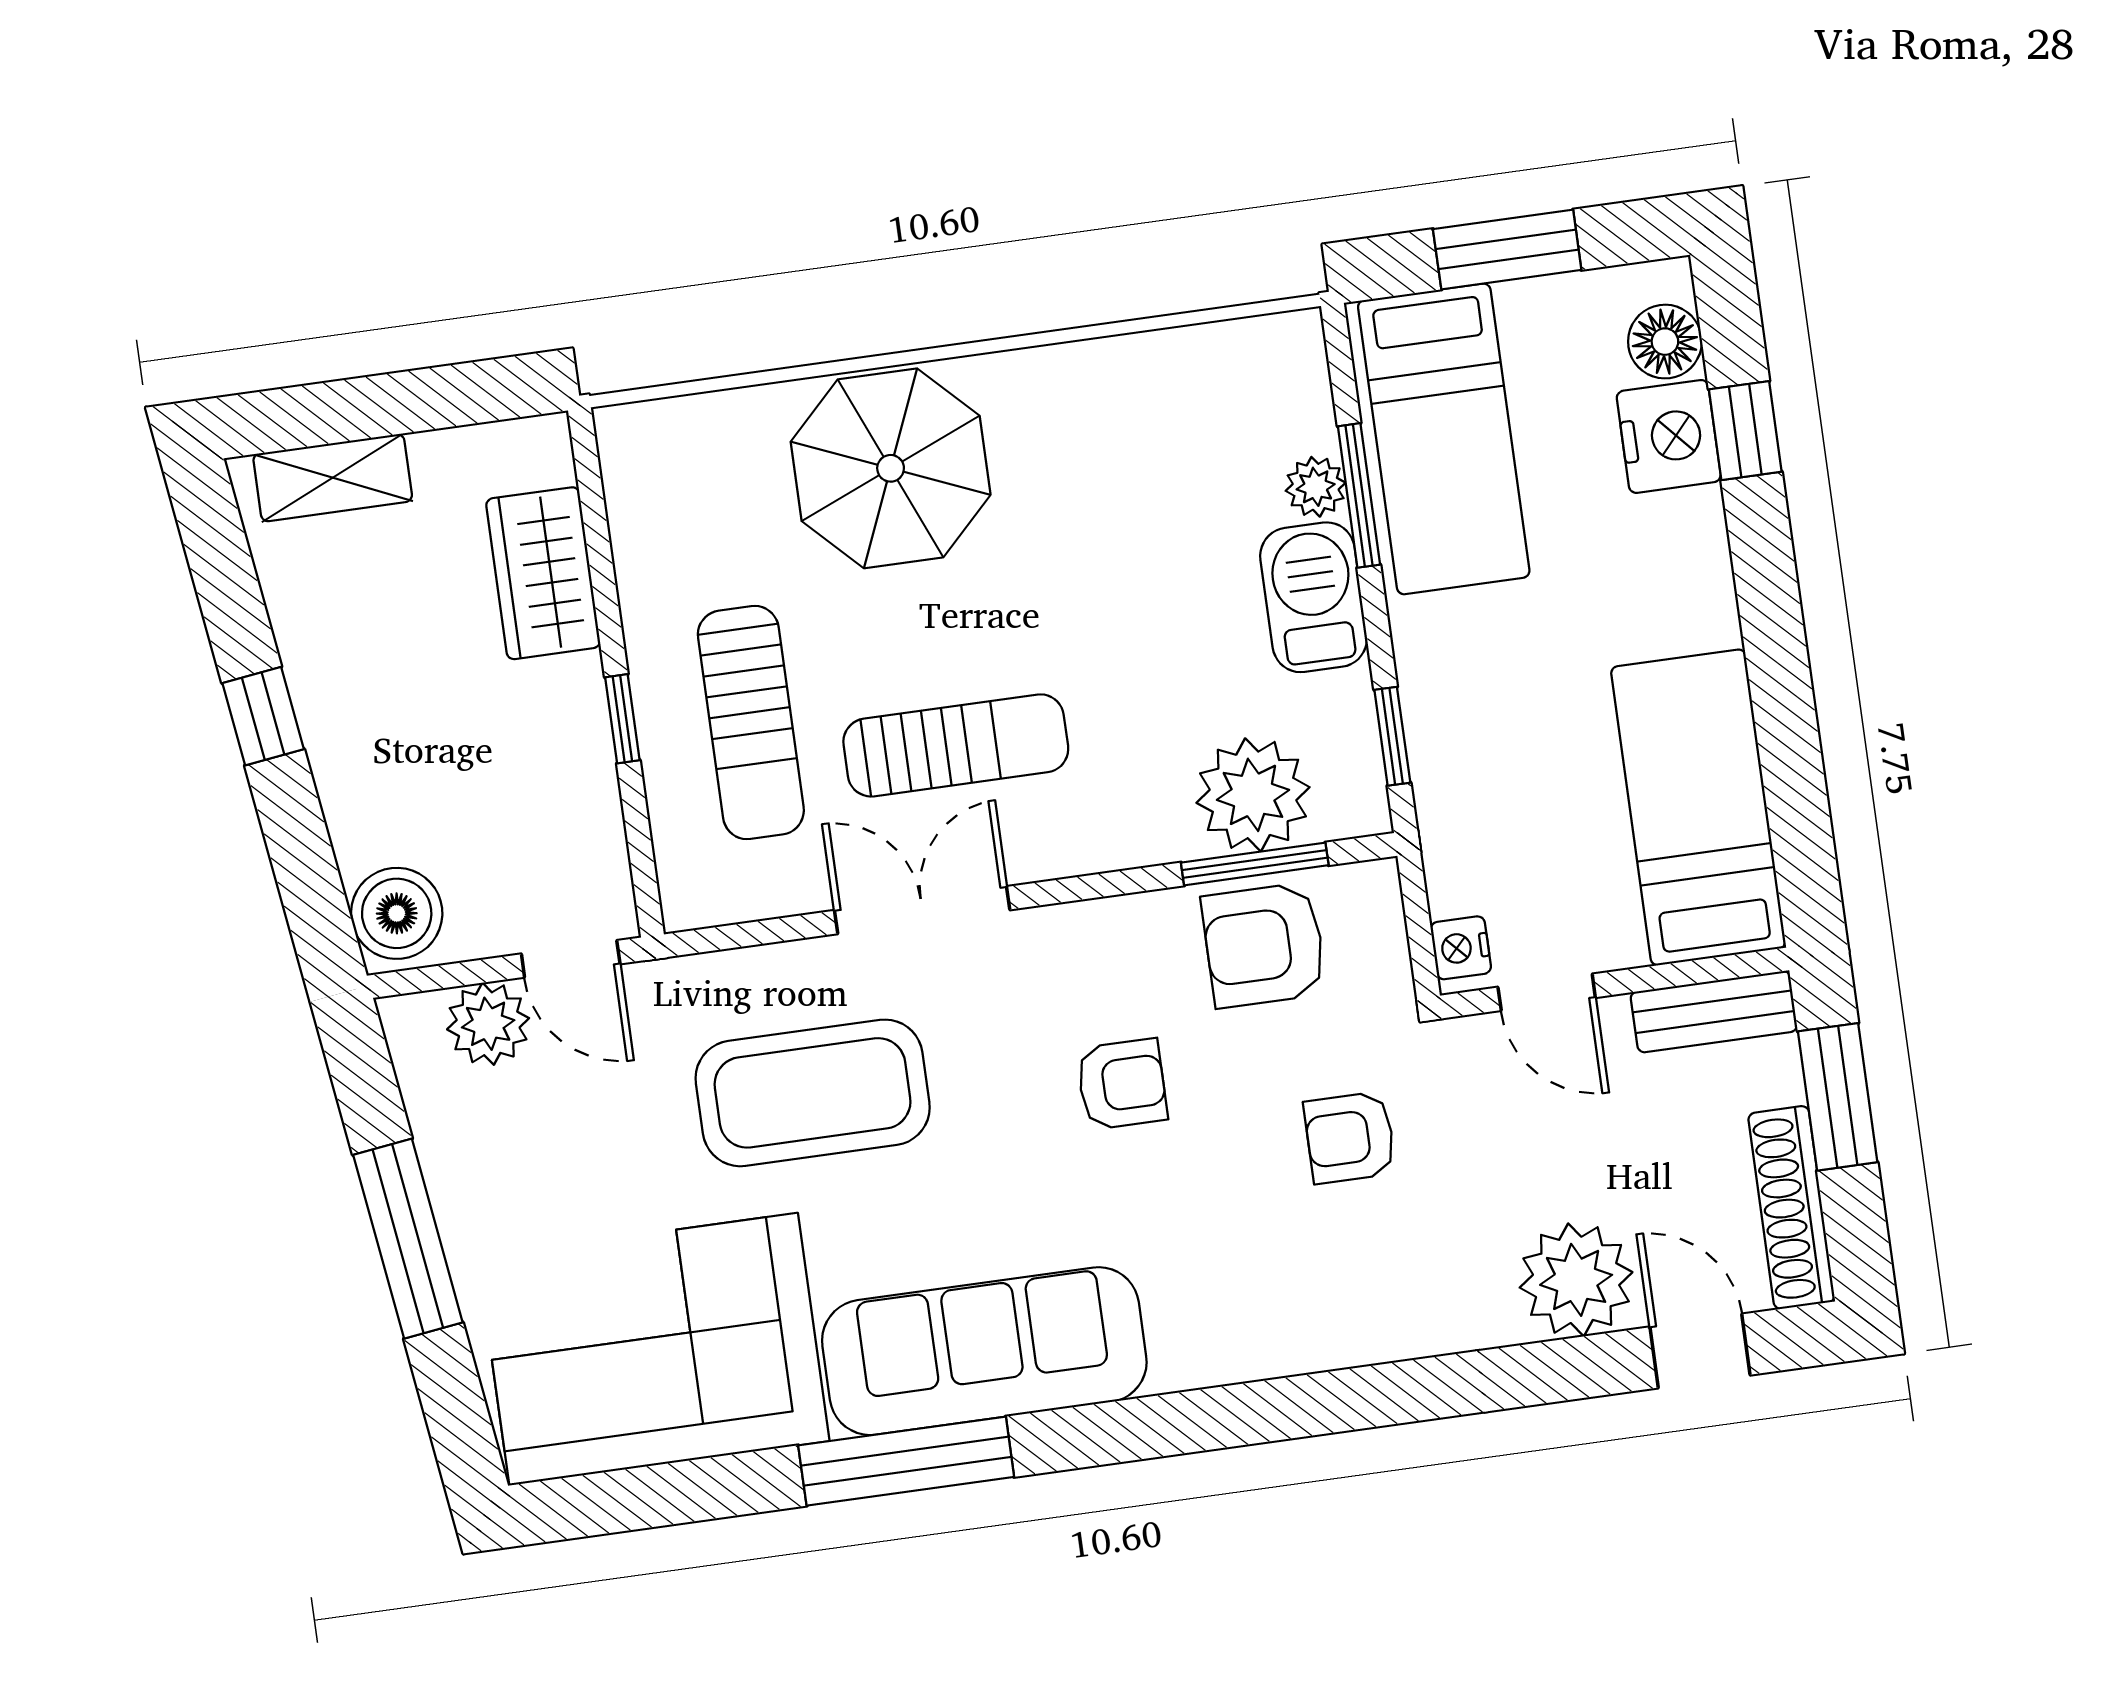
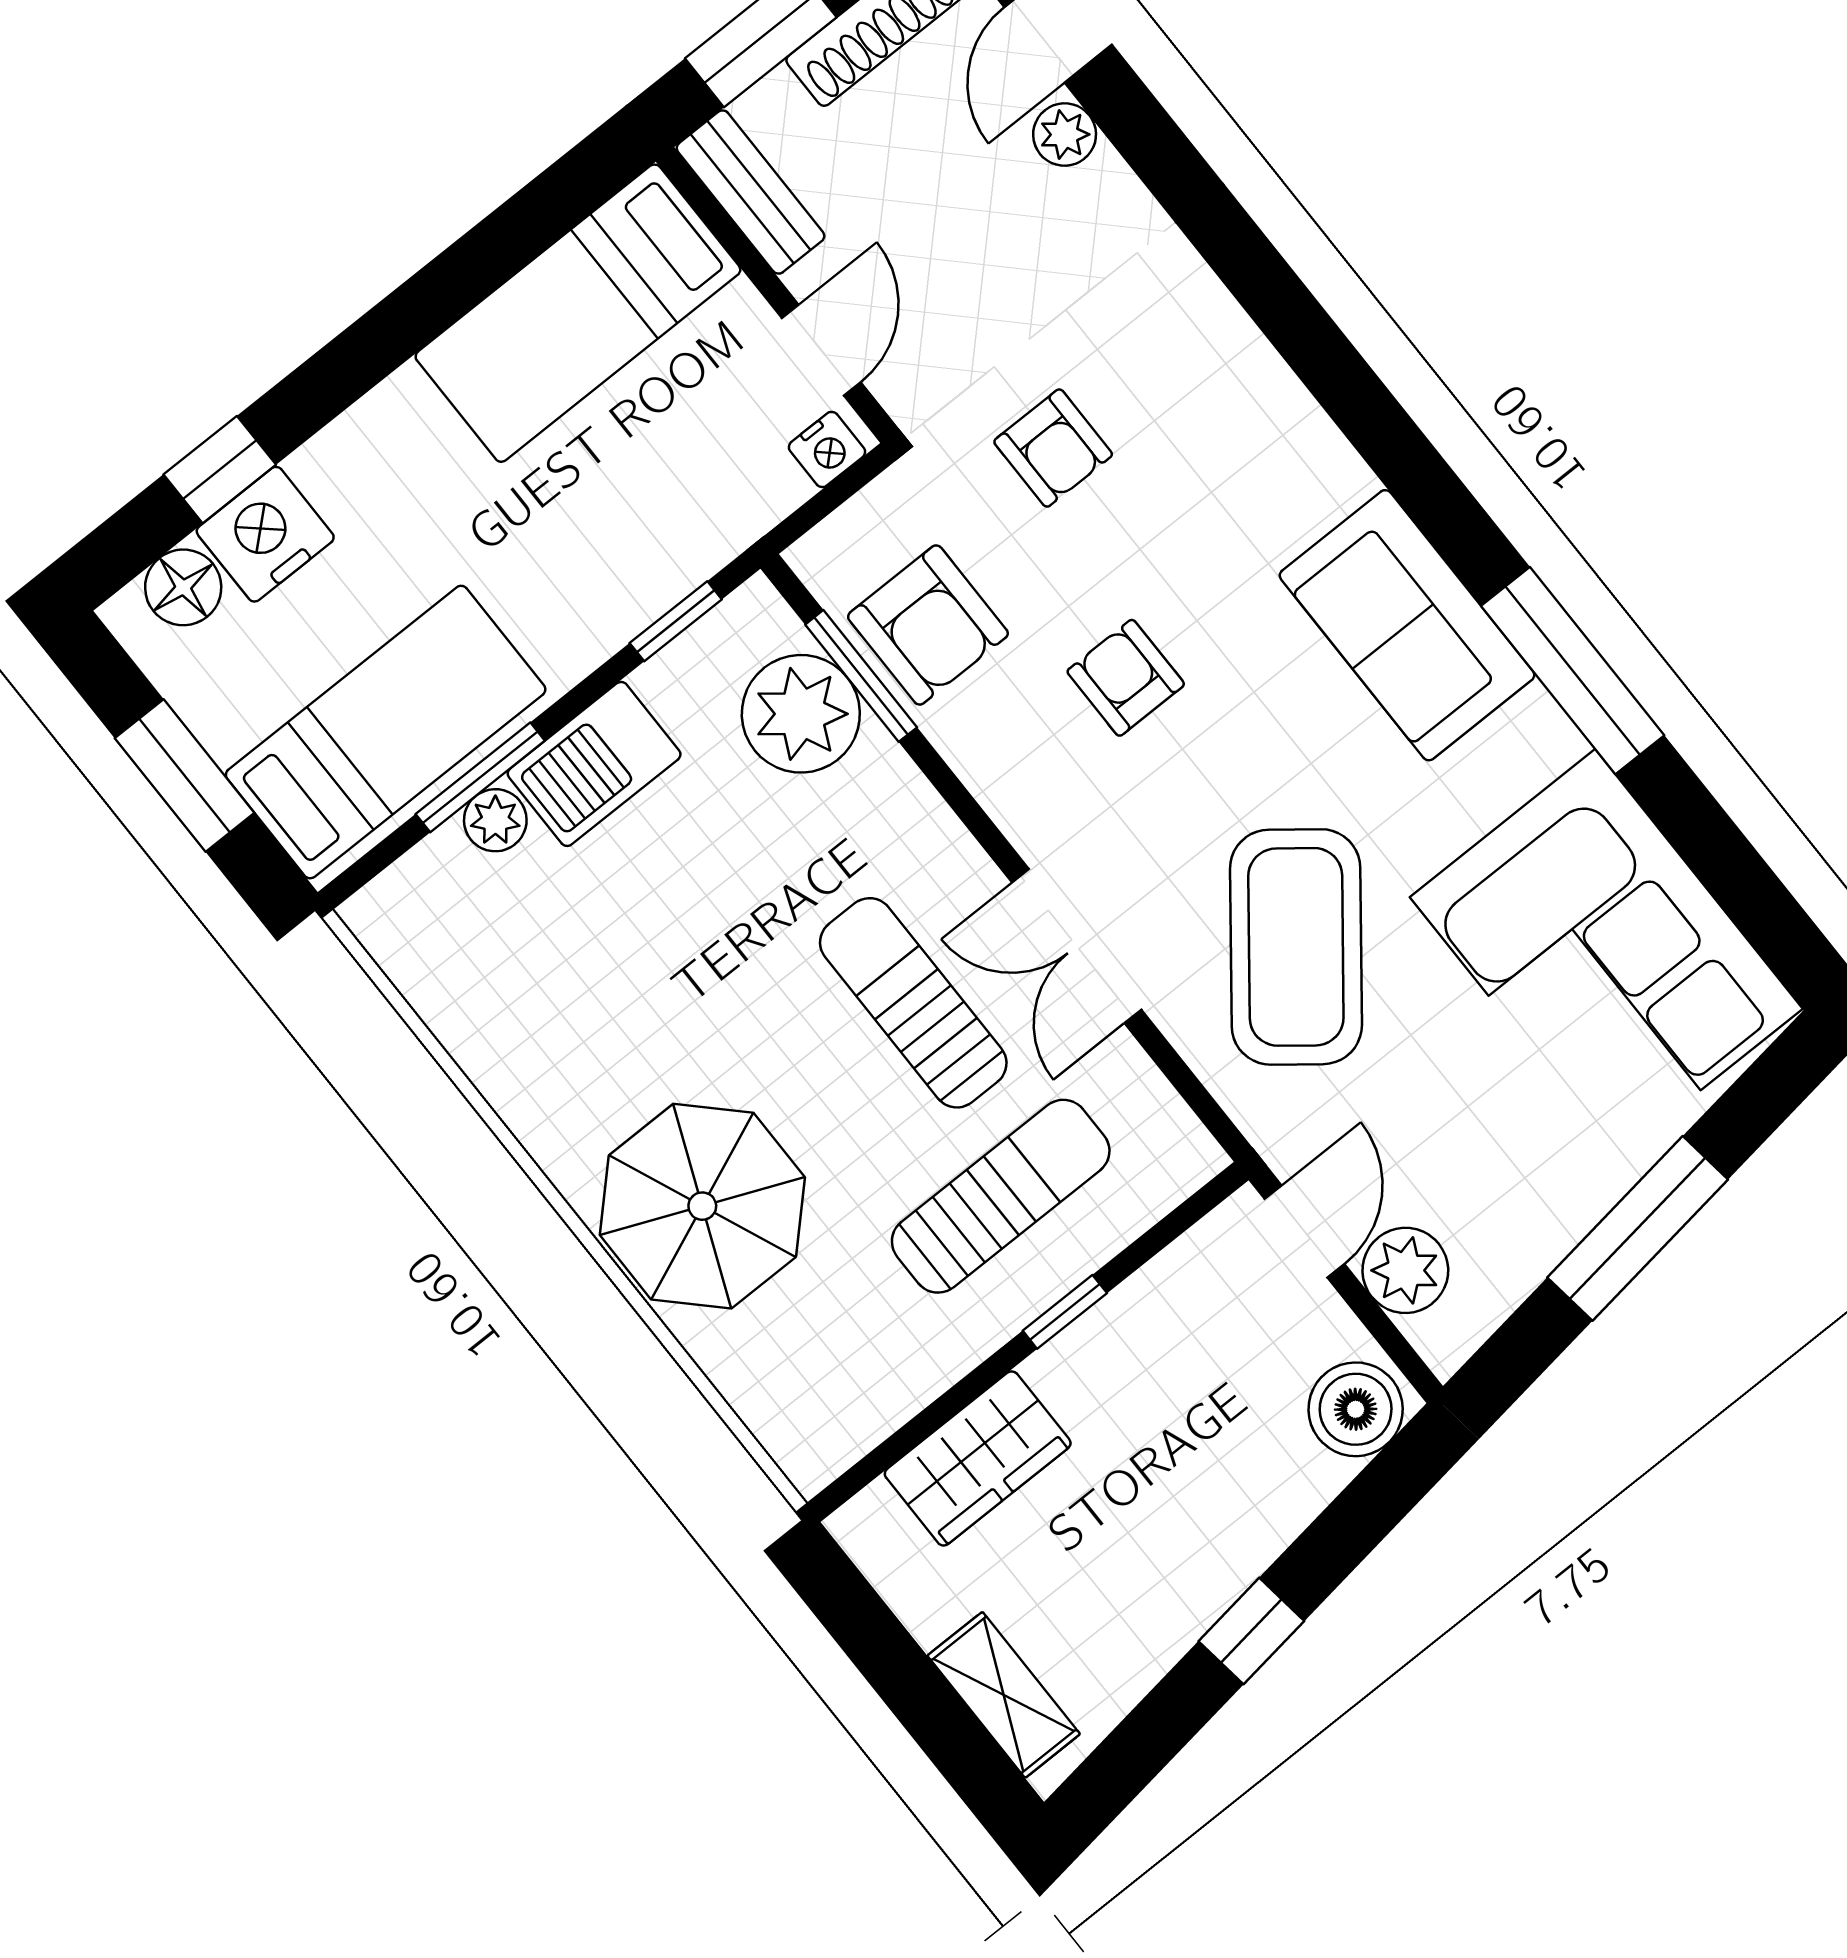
coffee table: (813, 1093) -> (1296, 947), turned 38
plant: (1576, 1280) -> (1065, 135), width x0.53, depth x0.53
sofa: (984, 1351) -> (1407, 625), width x0.73

